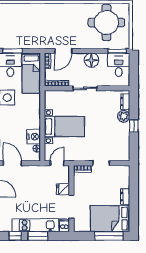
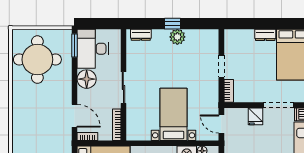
desk: (119, 65) -> (93, 49), width x1.37
plant: (124, 116) -> (177, 37), moved

